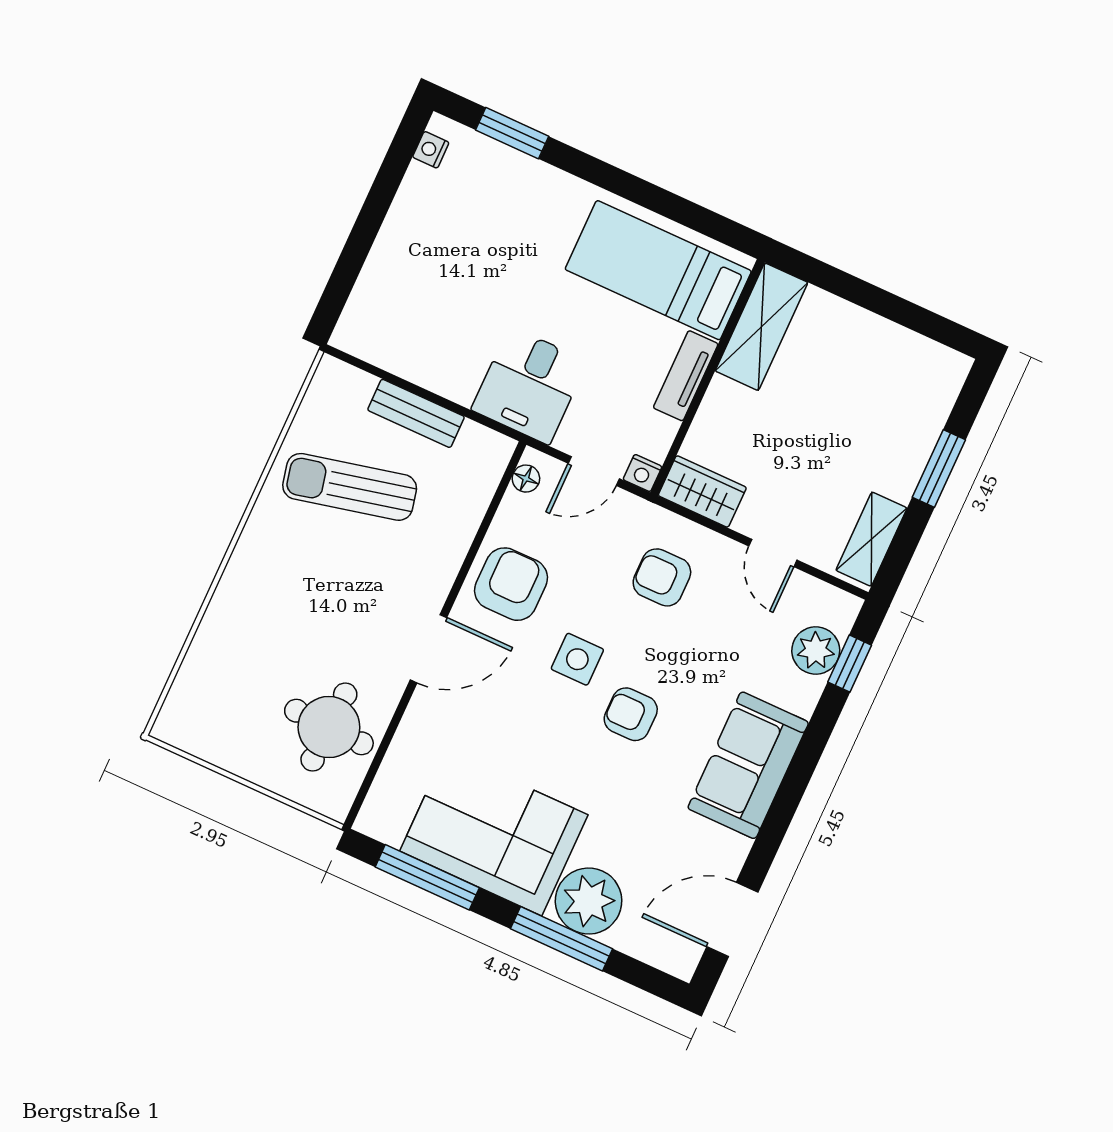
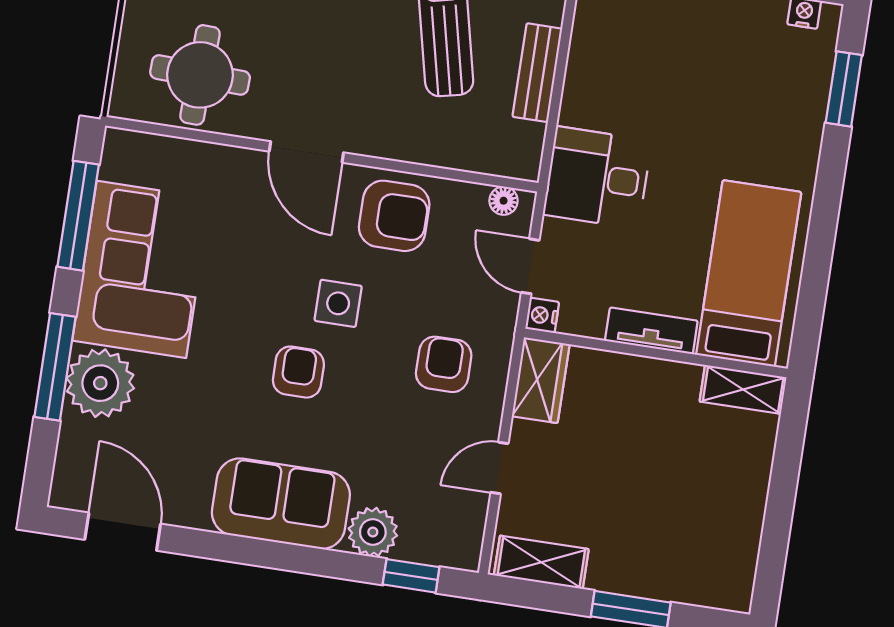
shelving: (762, 327) -> (743, 389), width x0.67, depth x0.75
plant: (816, 651) -> (373, 532), moved

